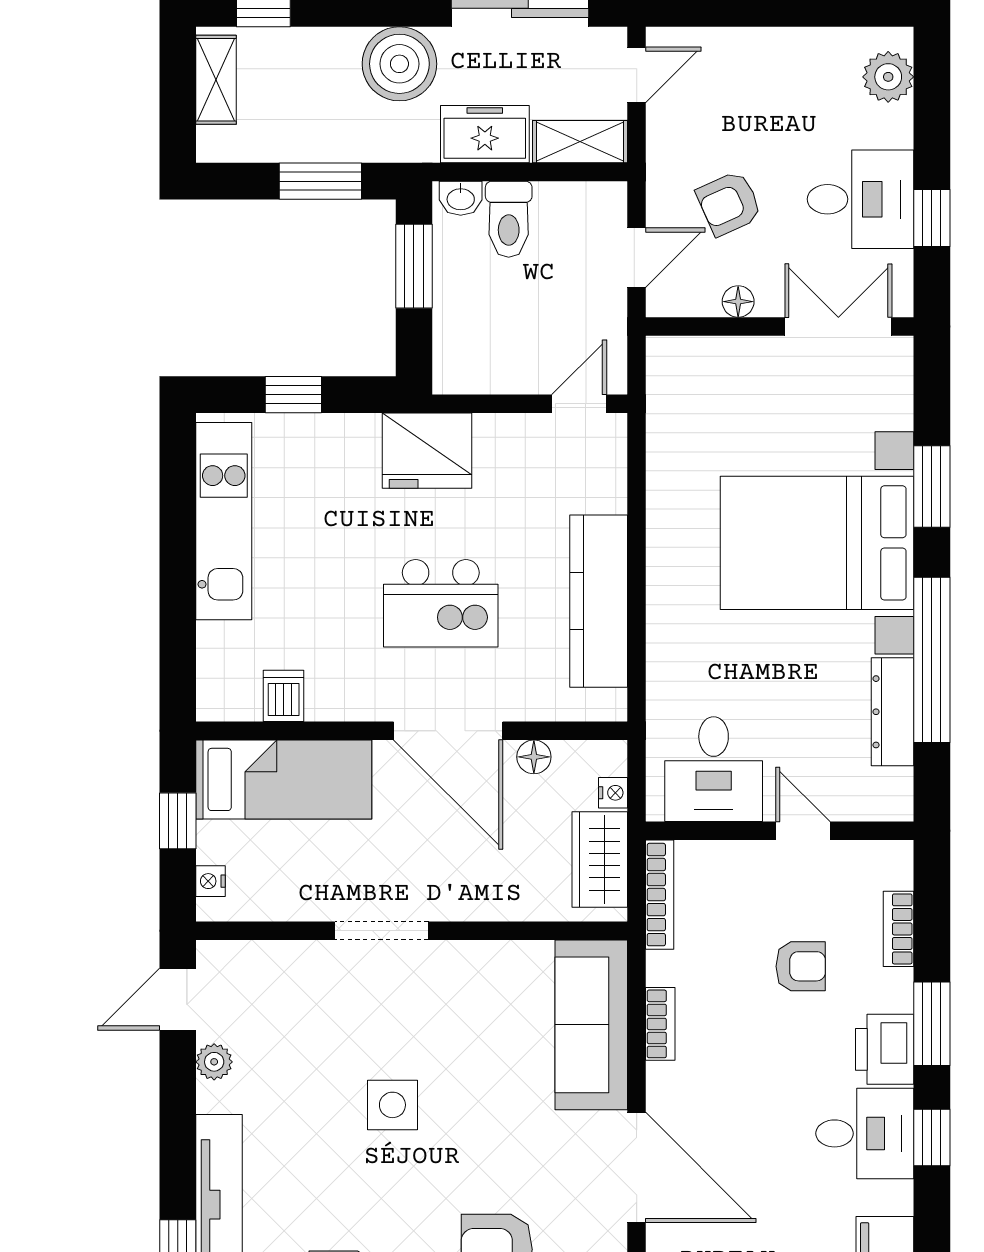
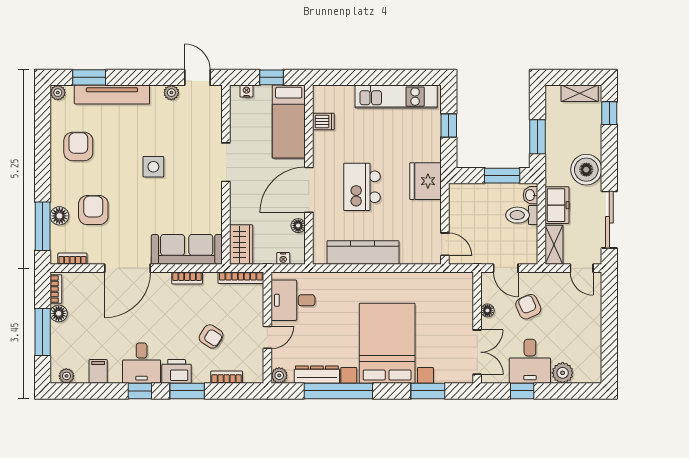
plant: (888, 77) -> (563, 373), moved
window: (932, 486) -> (428, 391), moved
plant: (894, 802) -> (279, 375), added
wardrobe: (600, 860) -> (241, 245), moved, turned 90
armchair: (801, 966) -> (211, 336), turned -57

